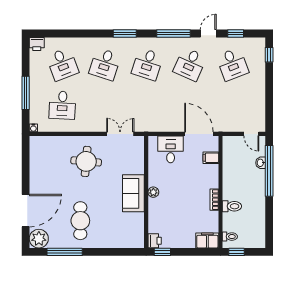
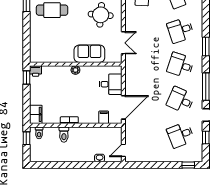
desk: (105, 64) -> (181, 30), turned -36
window: (269, 171) -> (93, 165), removed
sofa: (133, 193) -> (89, 54), moved

